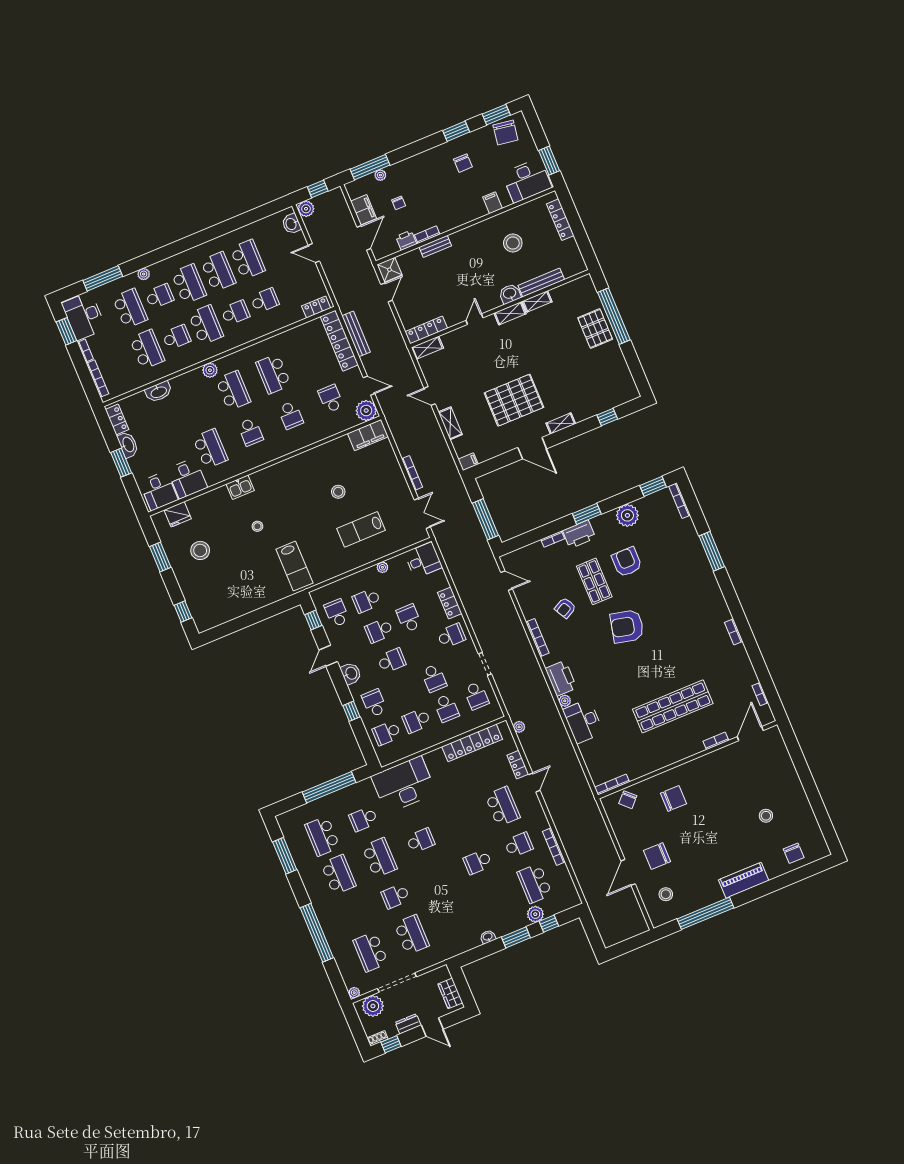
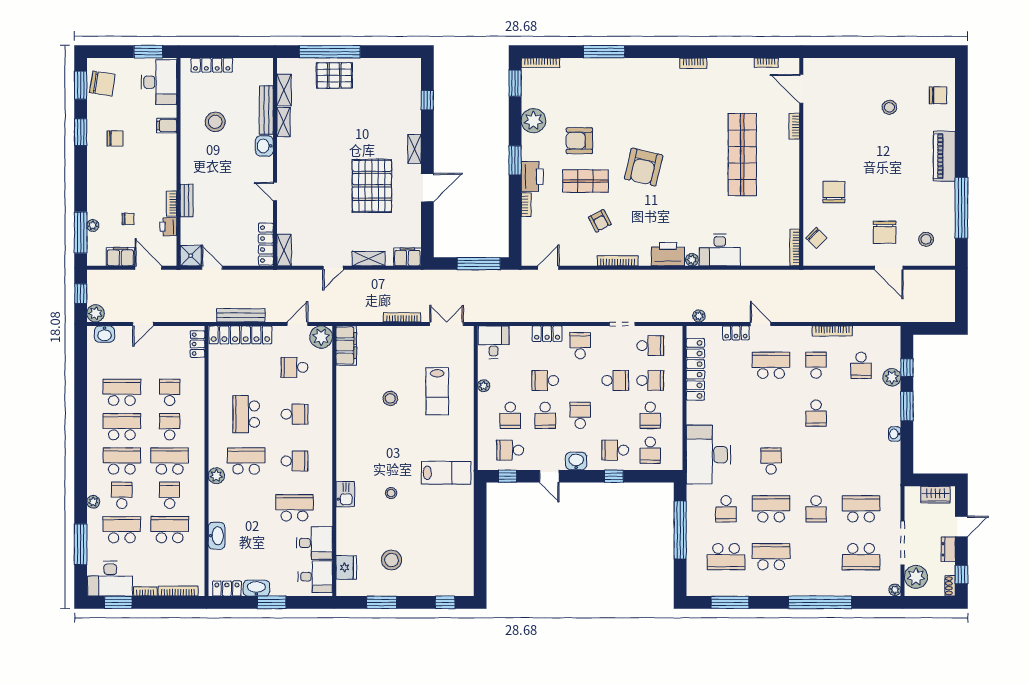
shelving: (510, 313) -> (284, 90), moved
school desk: (273, 374) -> (246, 414), turned 90
filing cabinet: (468, 462) -> (407, 257), width x2.00
school desk: (535, 883) -> (861, 365), width x0.54

